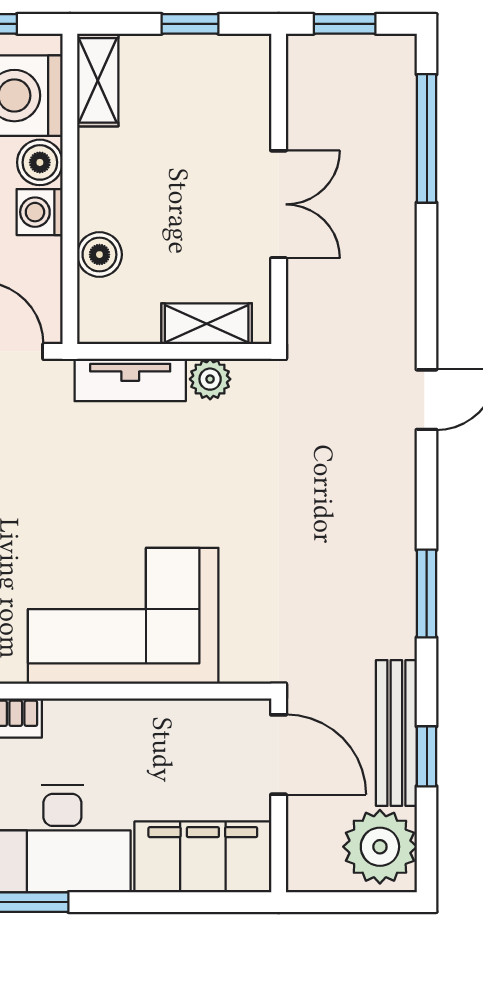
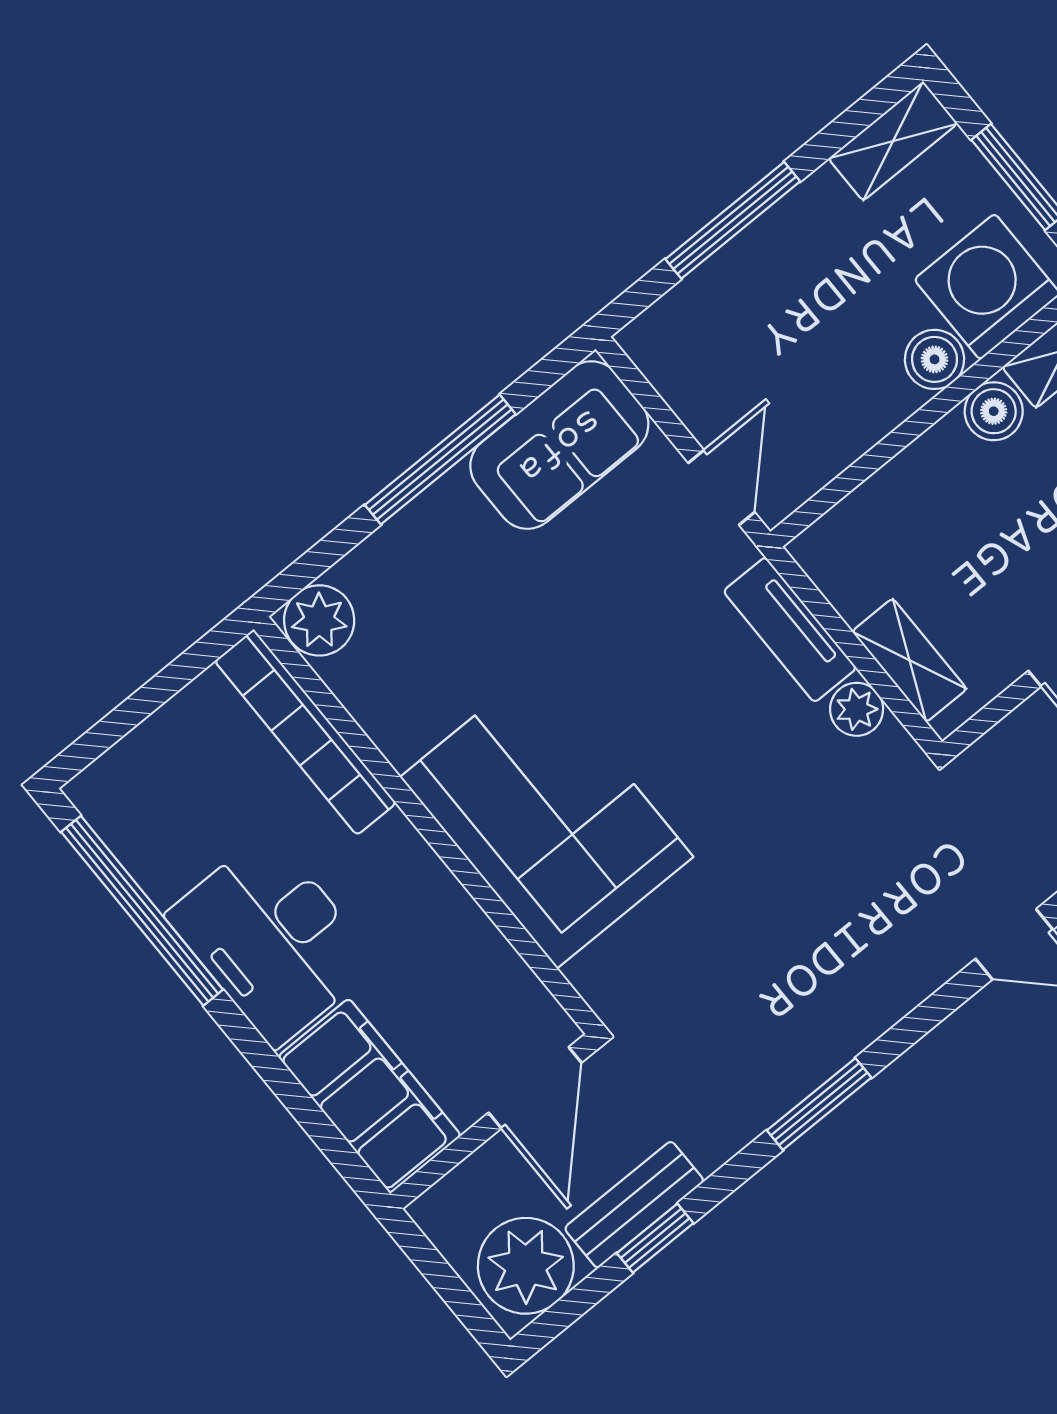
washing machine: (40, 212) -> (884, 400), removed
boiler: (99, 255) -> (994, 411), moved
bench: (396, 733) -> (634, 1205), width x0.73

